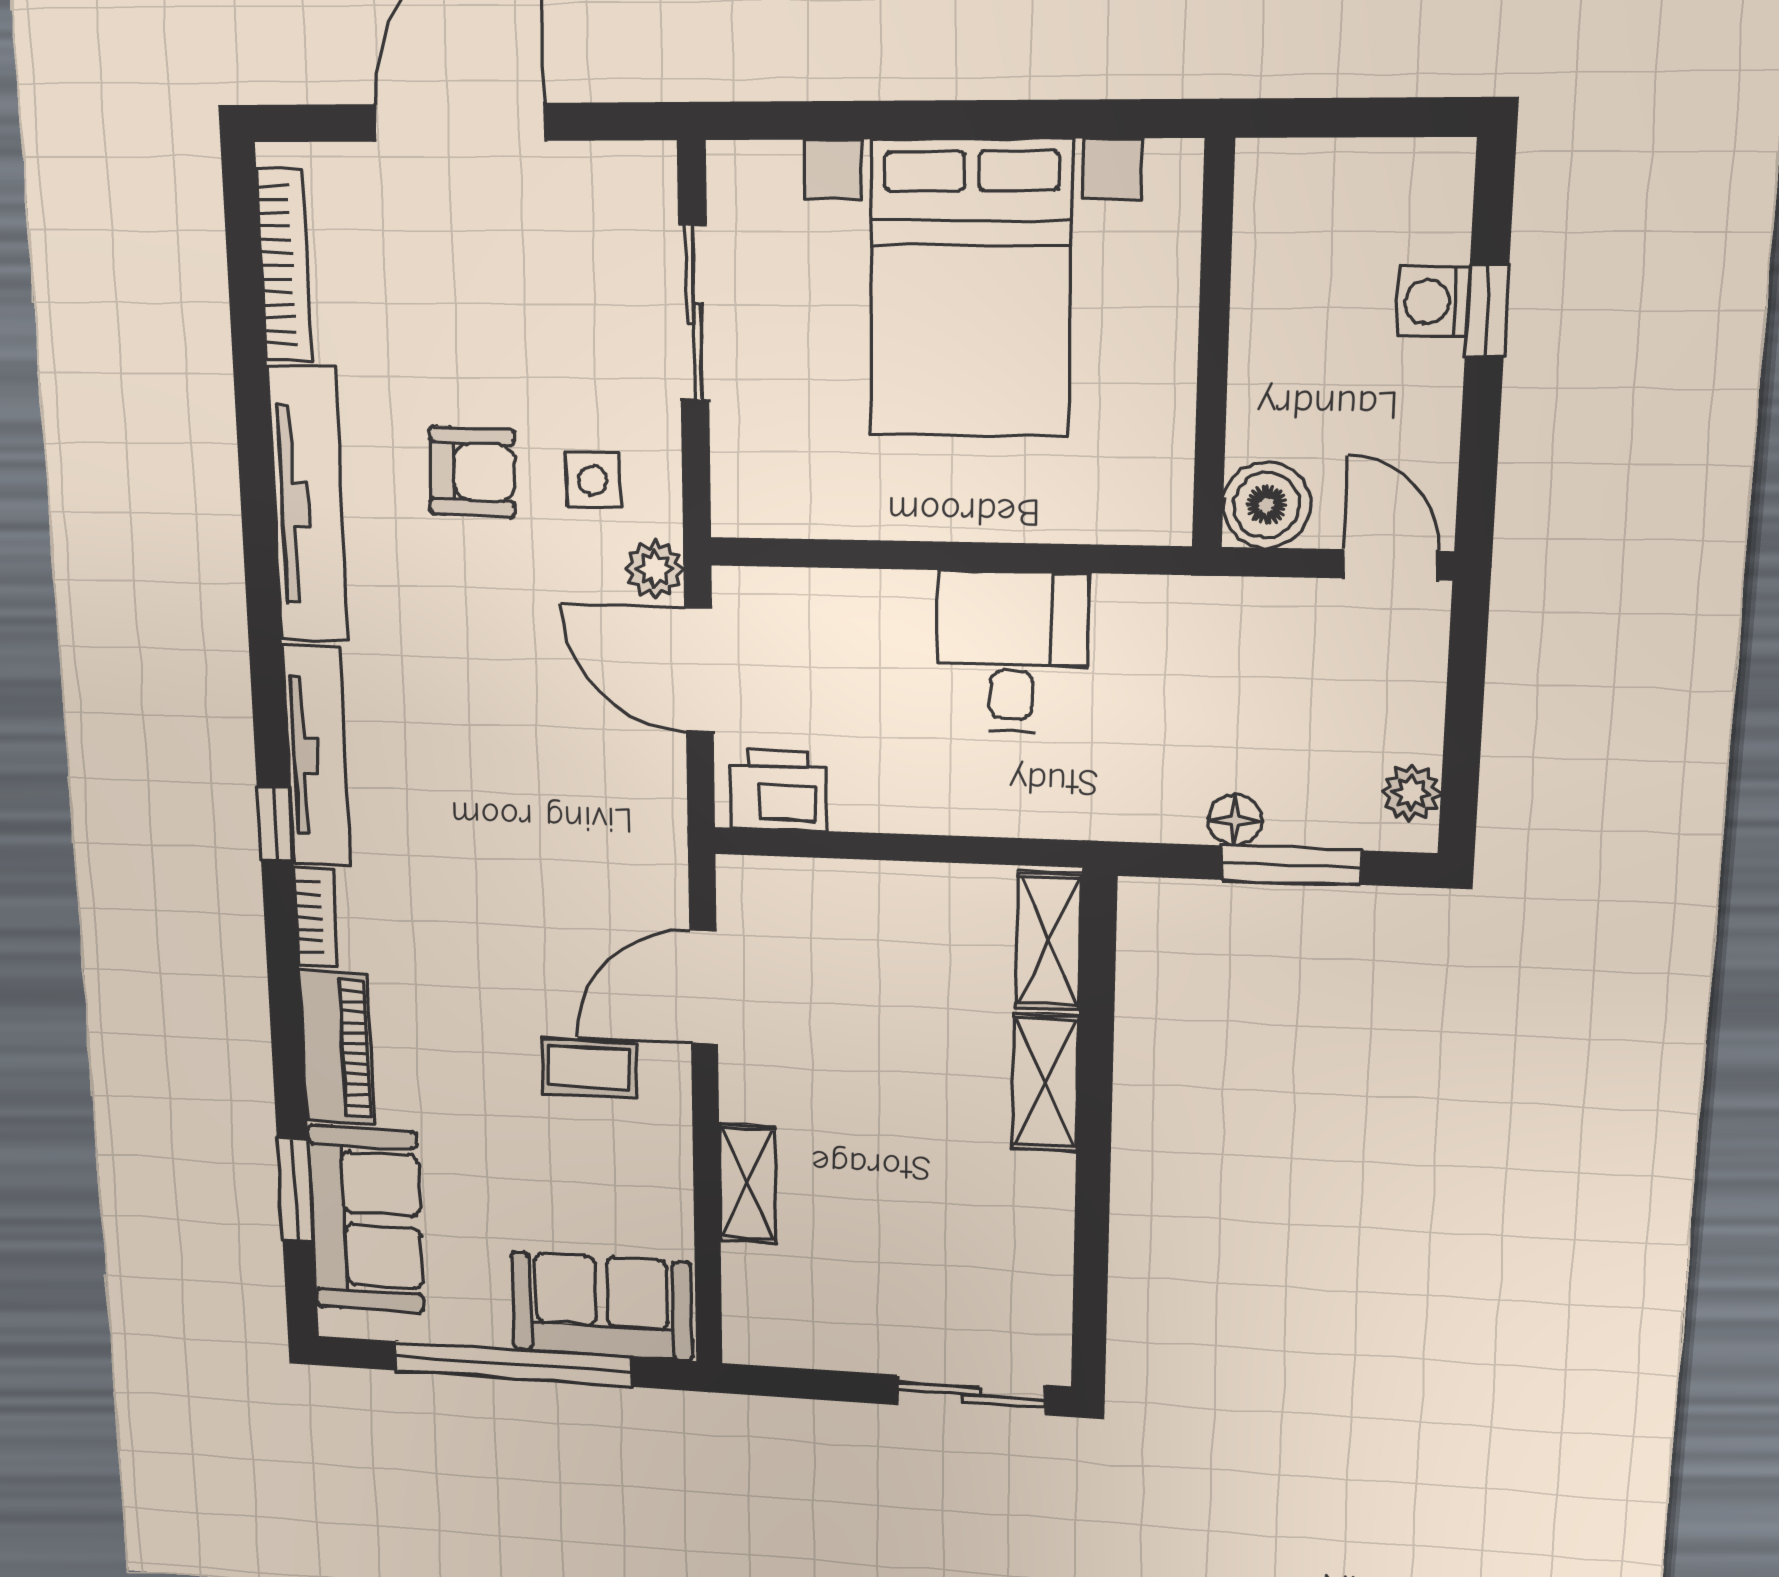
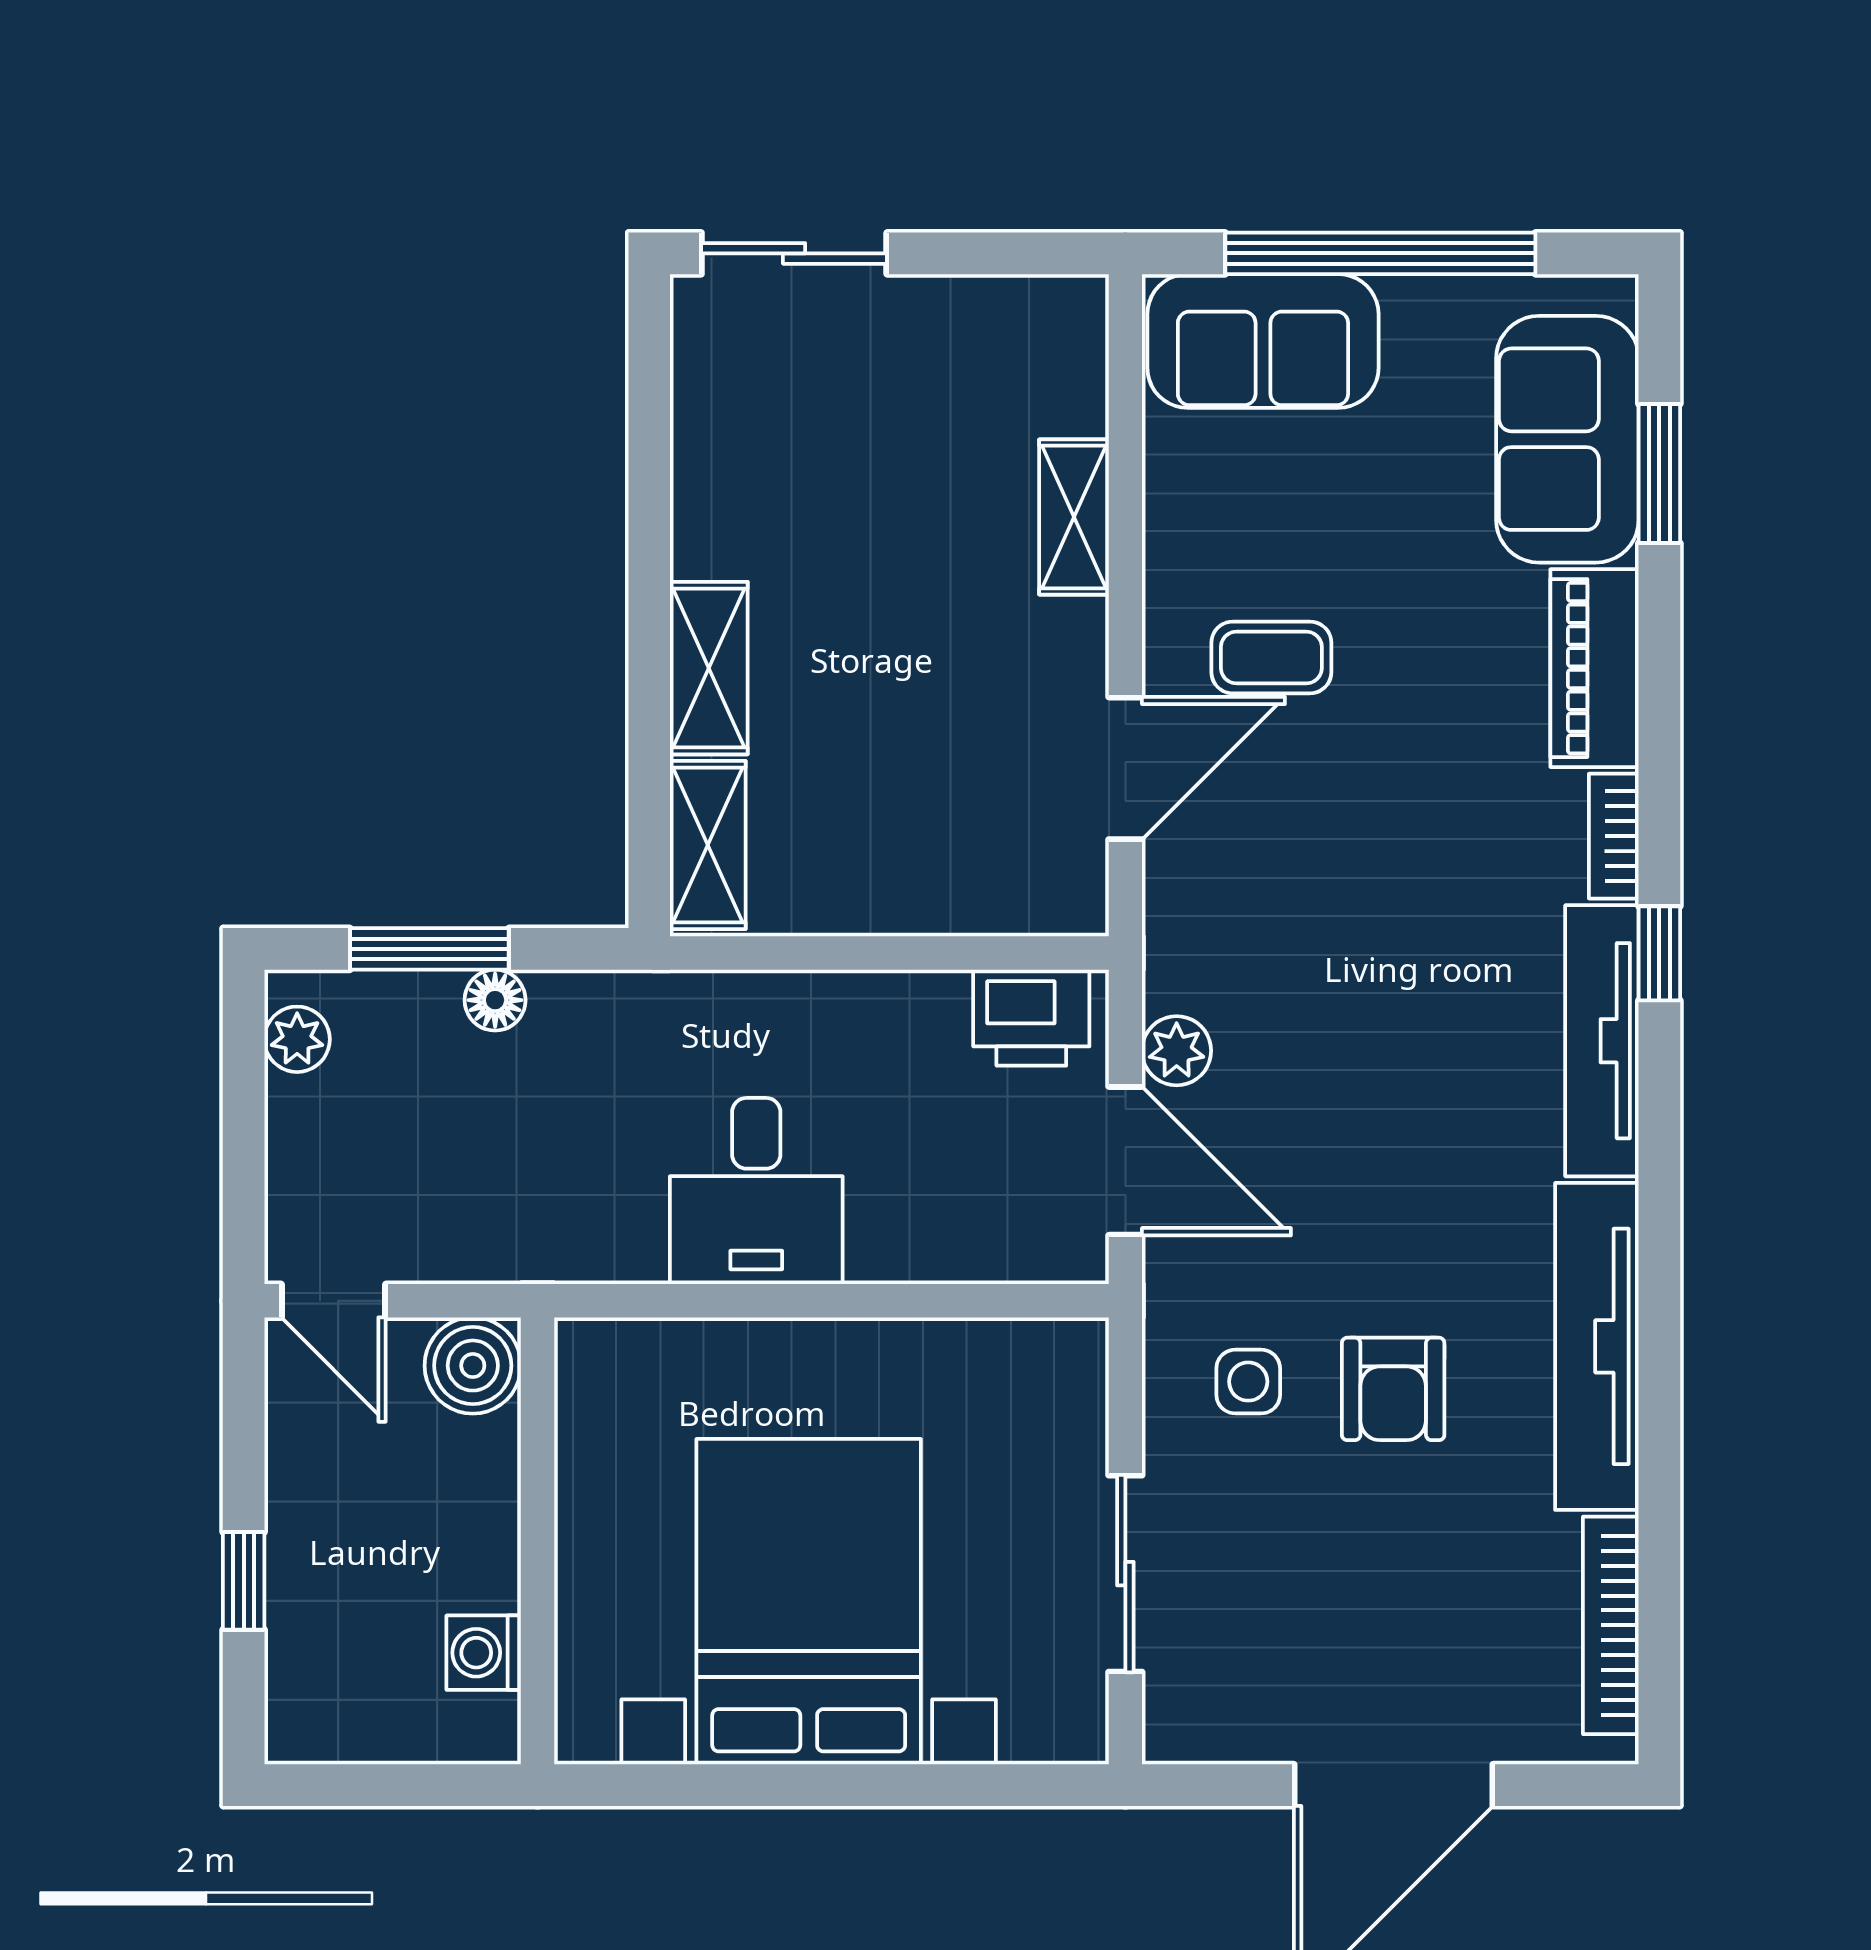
washing machine: (1433, 302) -> (484, 1653), moved, turned 180
armchair: (472, 472) -> (1393, 1389), turned -92
plant: (655, 569) -> (1177, 1051), moved

